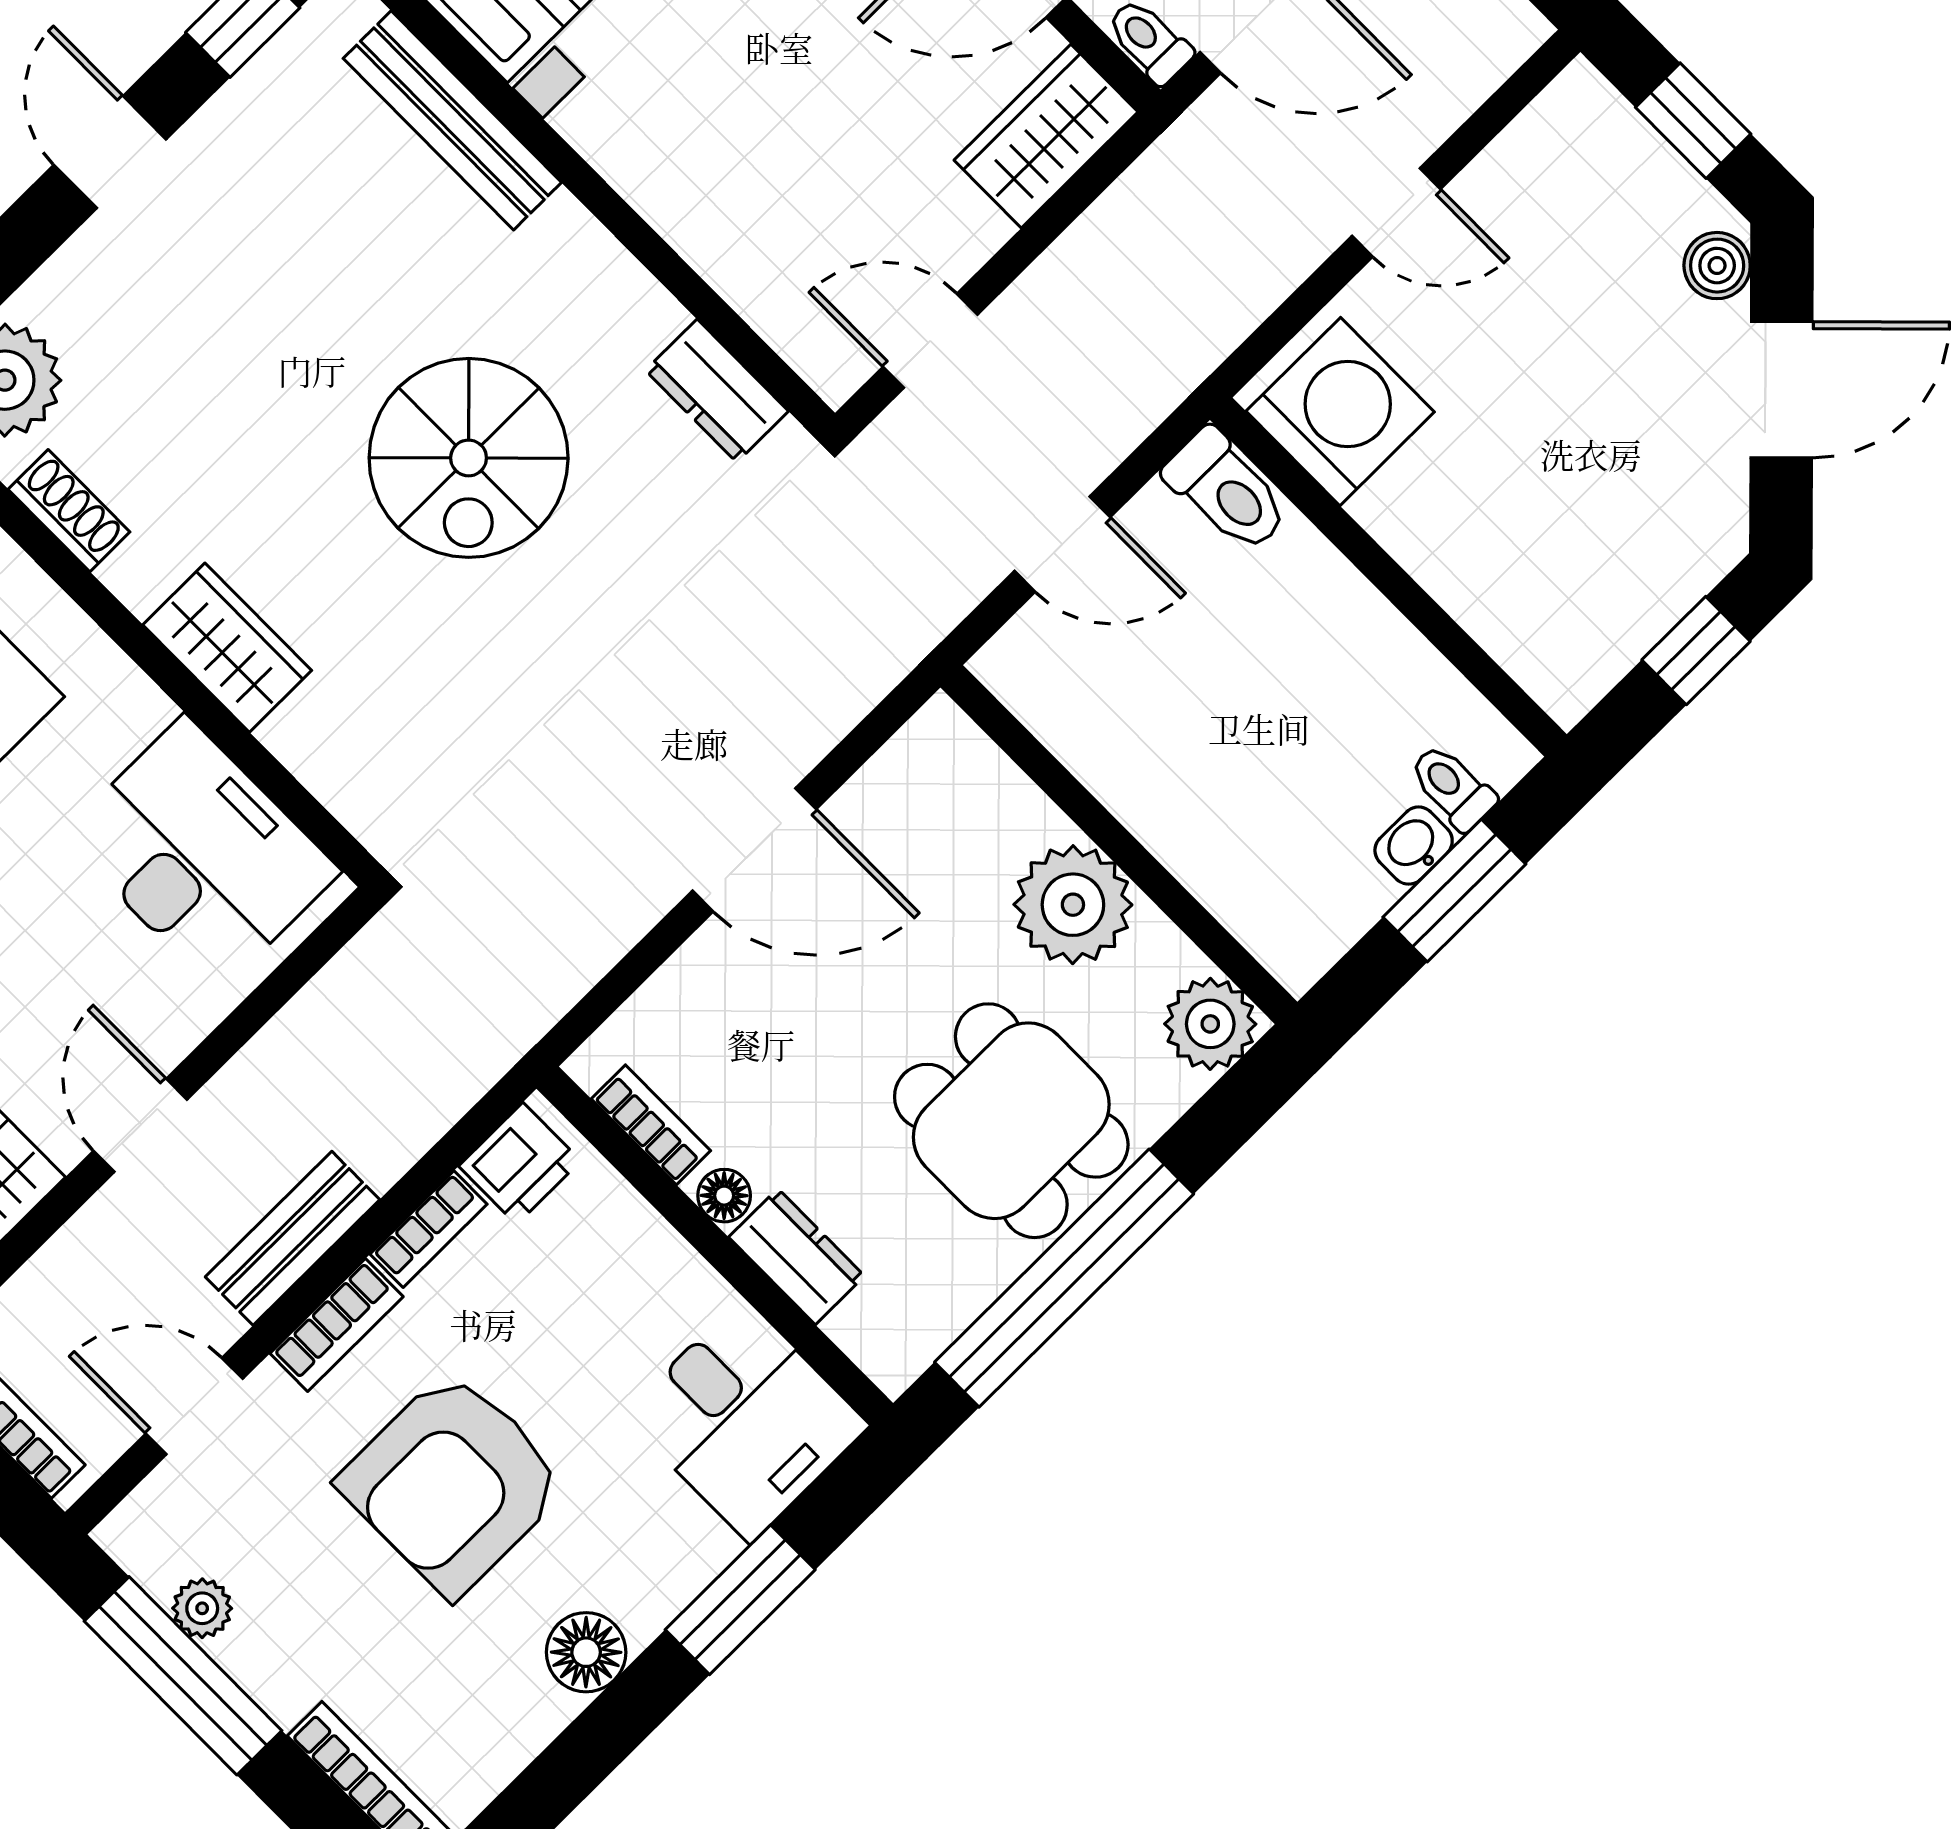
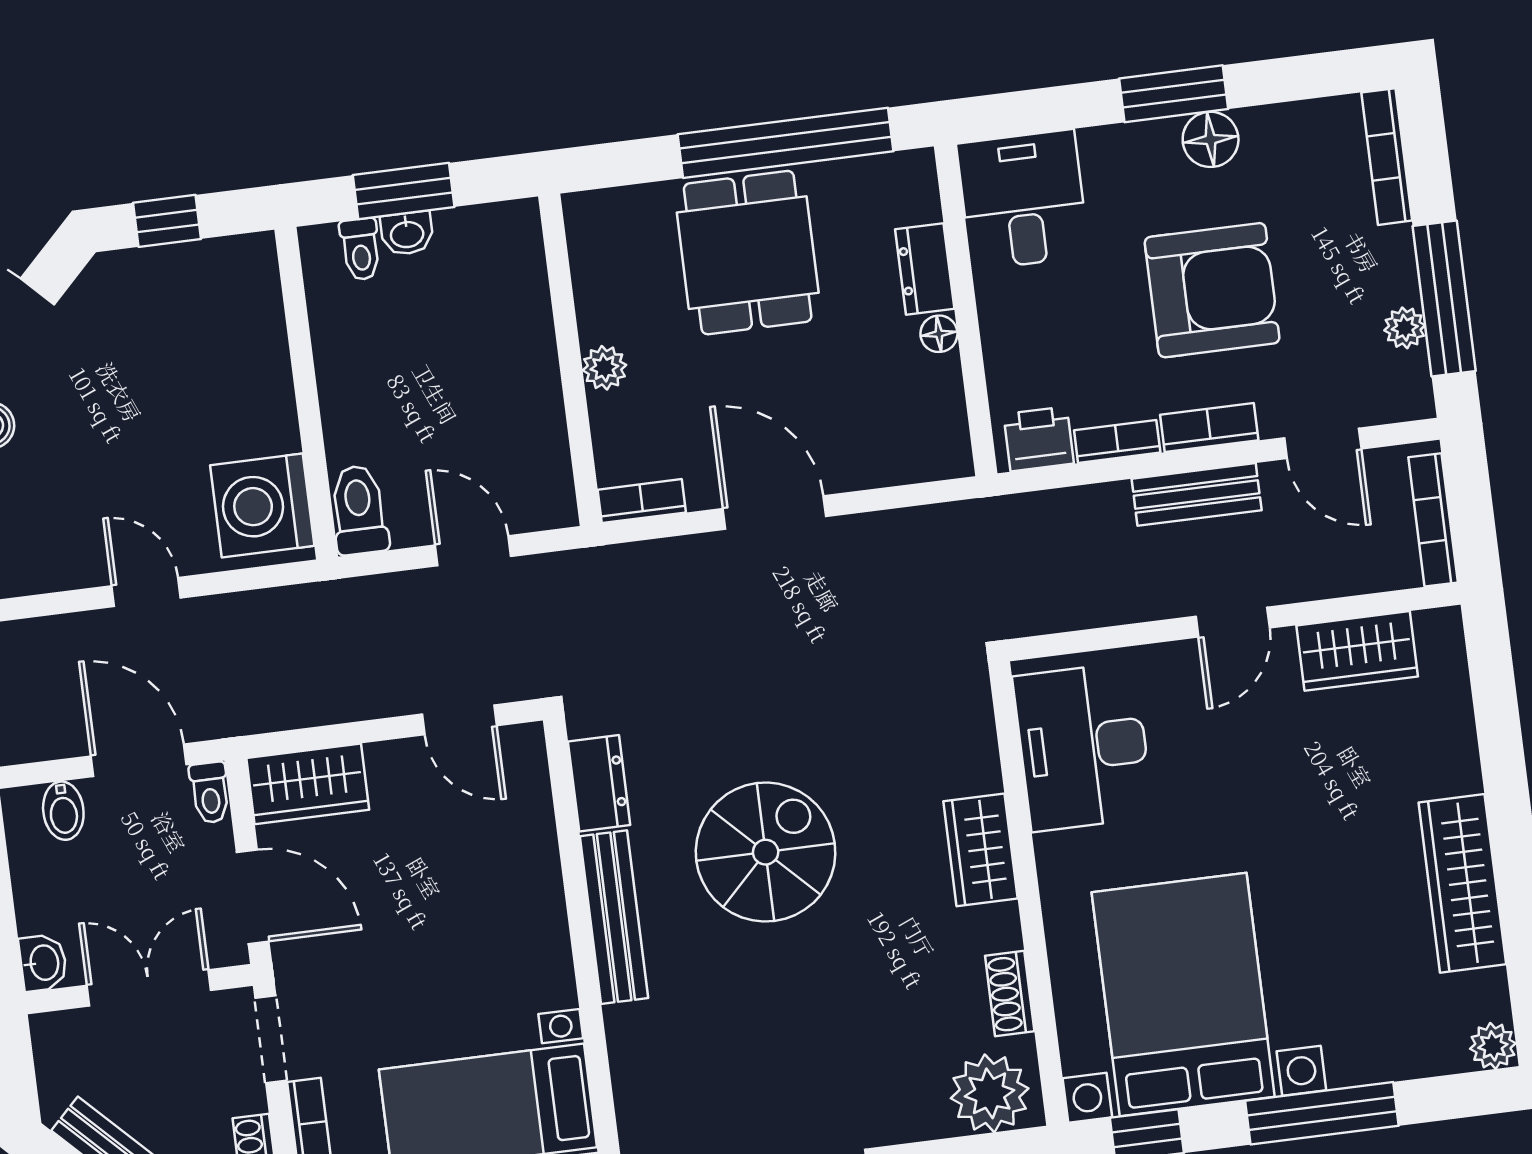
bench: (452, 120) -> (614, 917), moved
plant: (1073, 905) -> (604, 368), width x0.53, depth x0.53
plant: (1210, 1024) -> (596, 221), removed
bookcase: (651, 1125) -> (642, 501), moved, turned 90
window: (740, 1600) -> (1174, 94), moved

